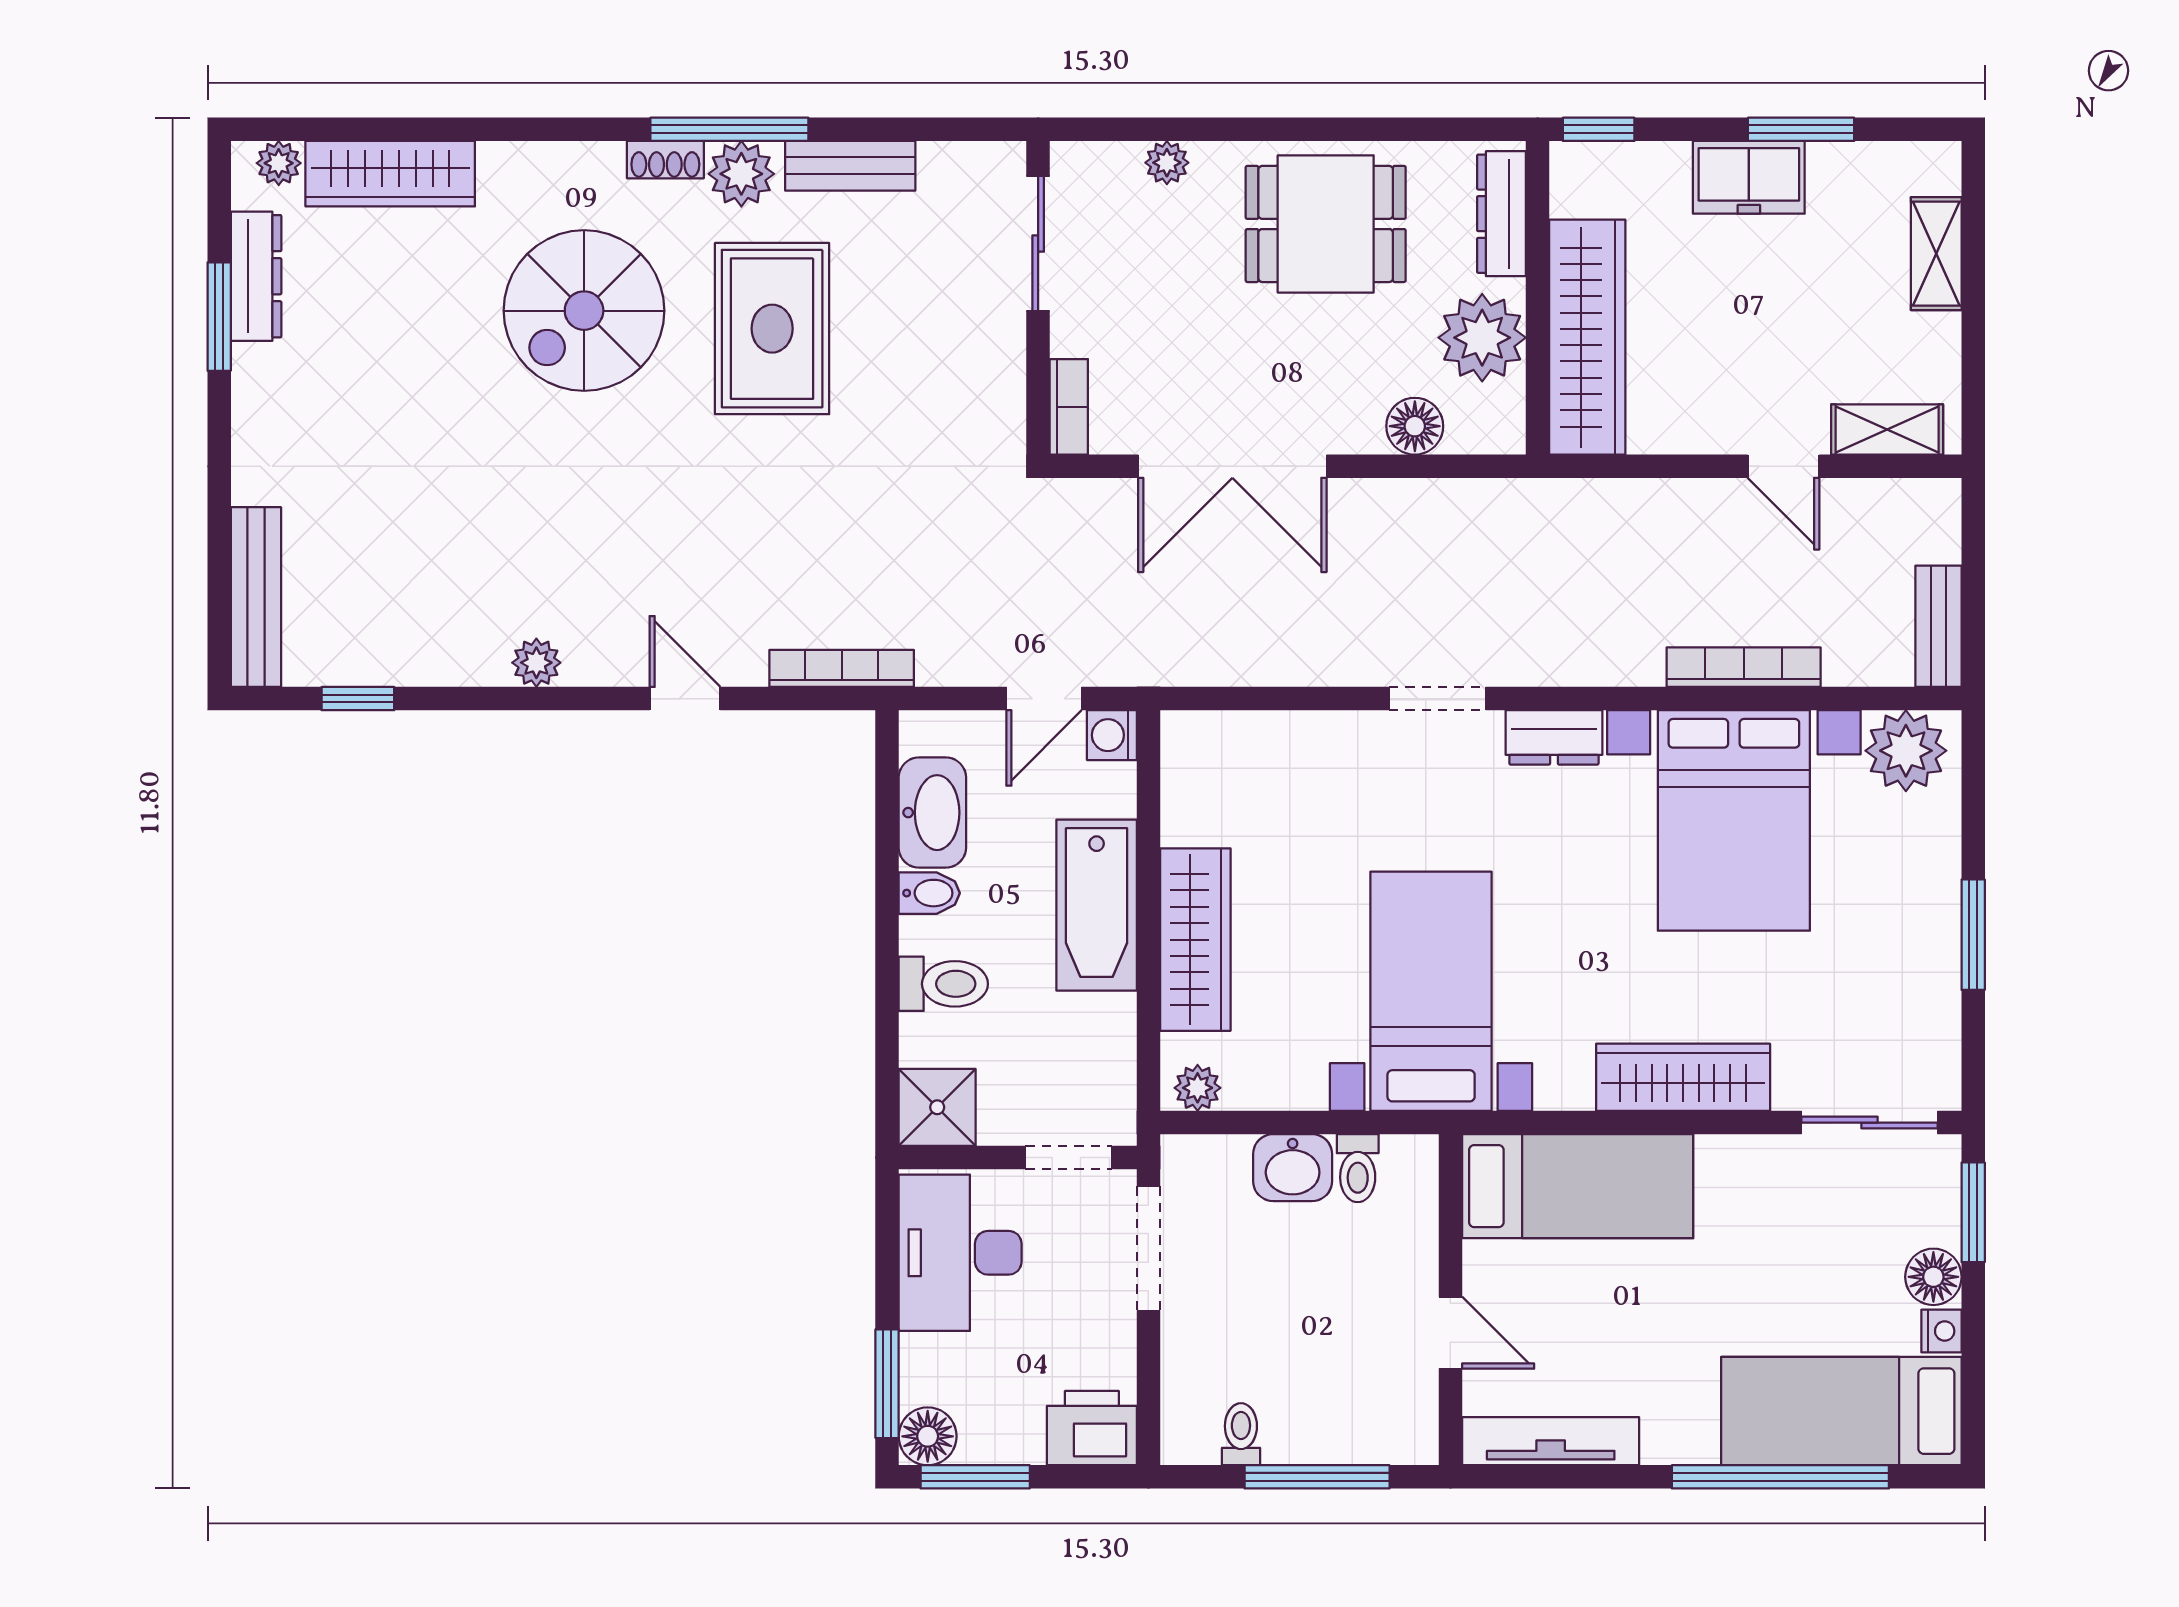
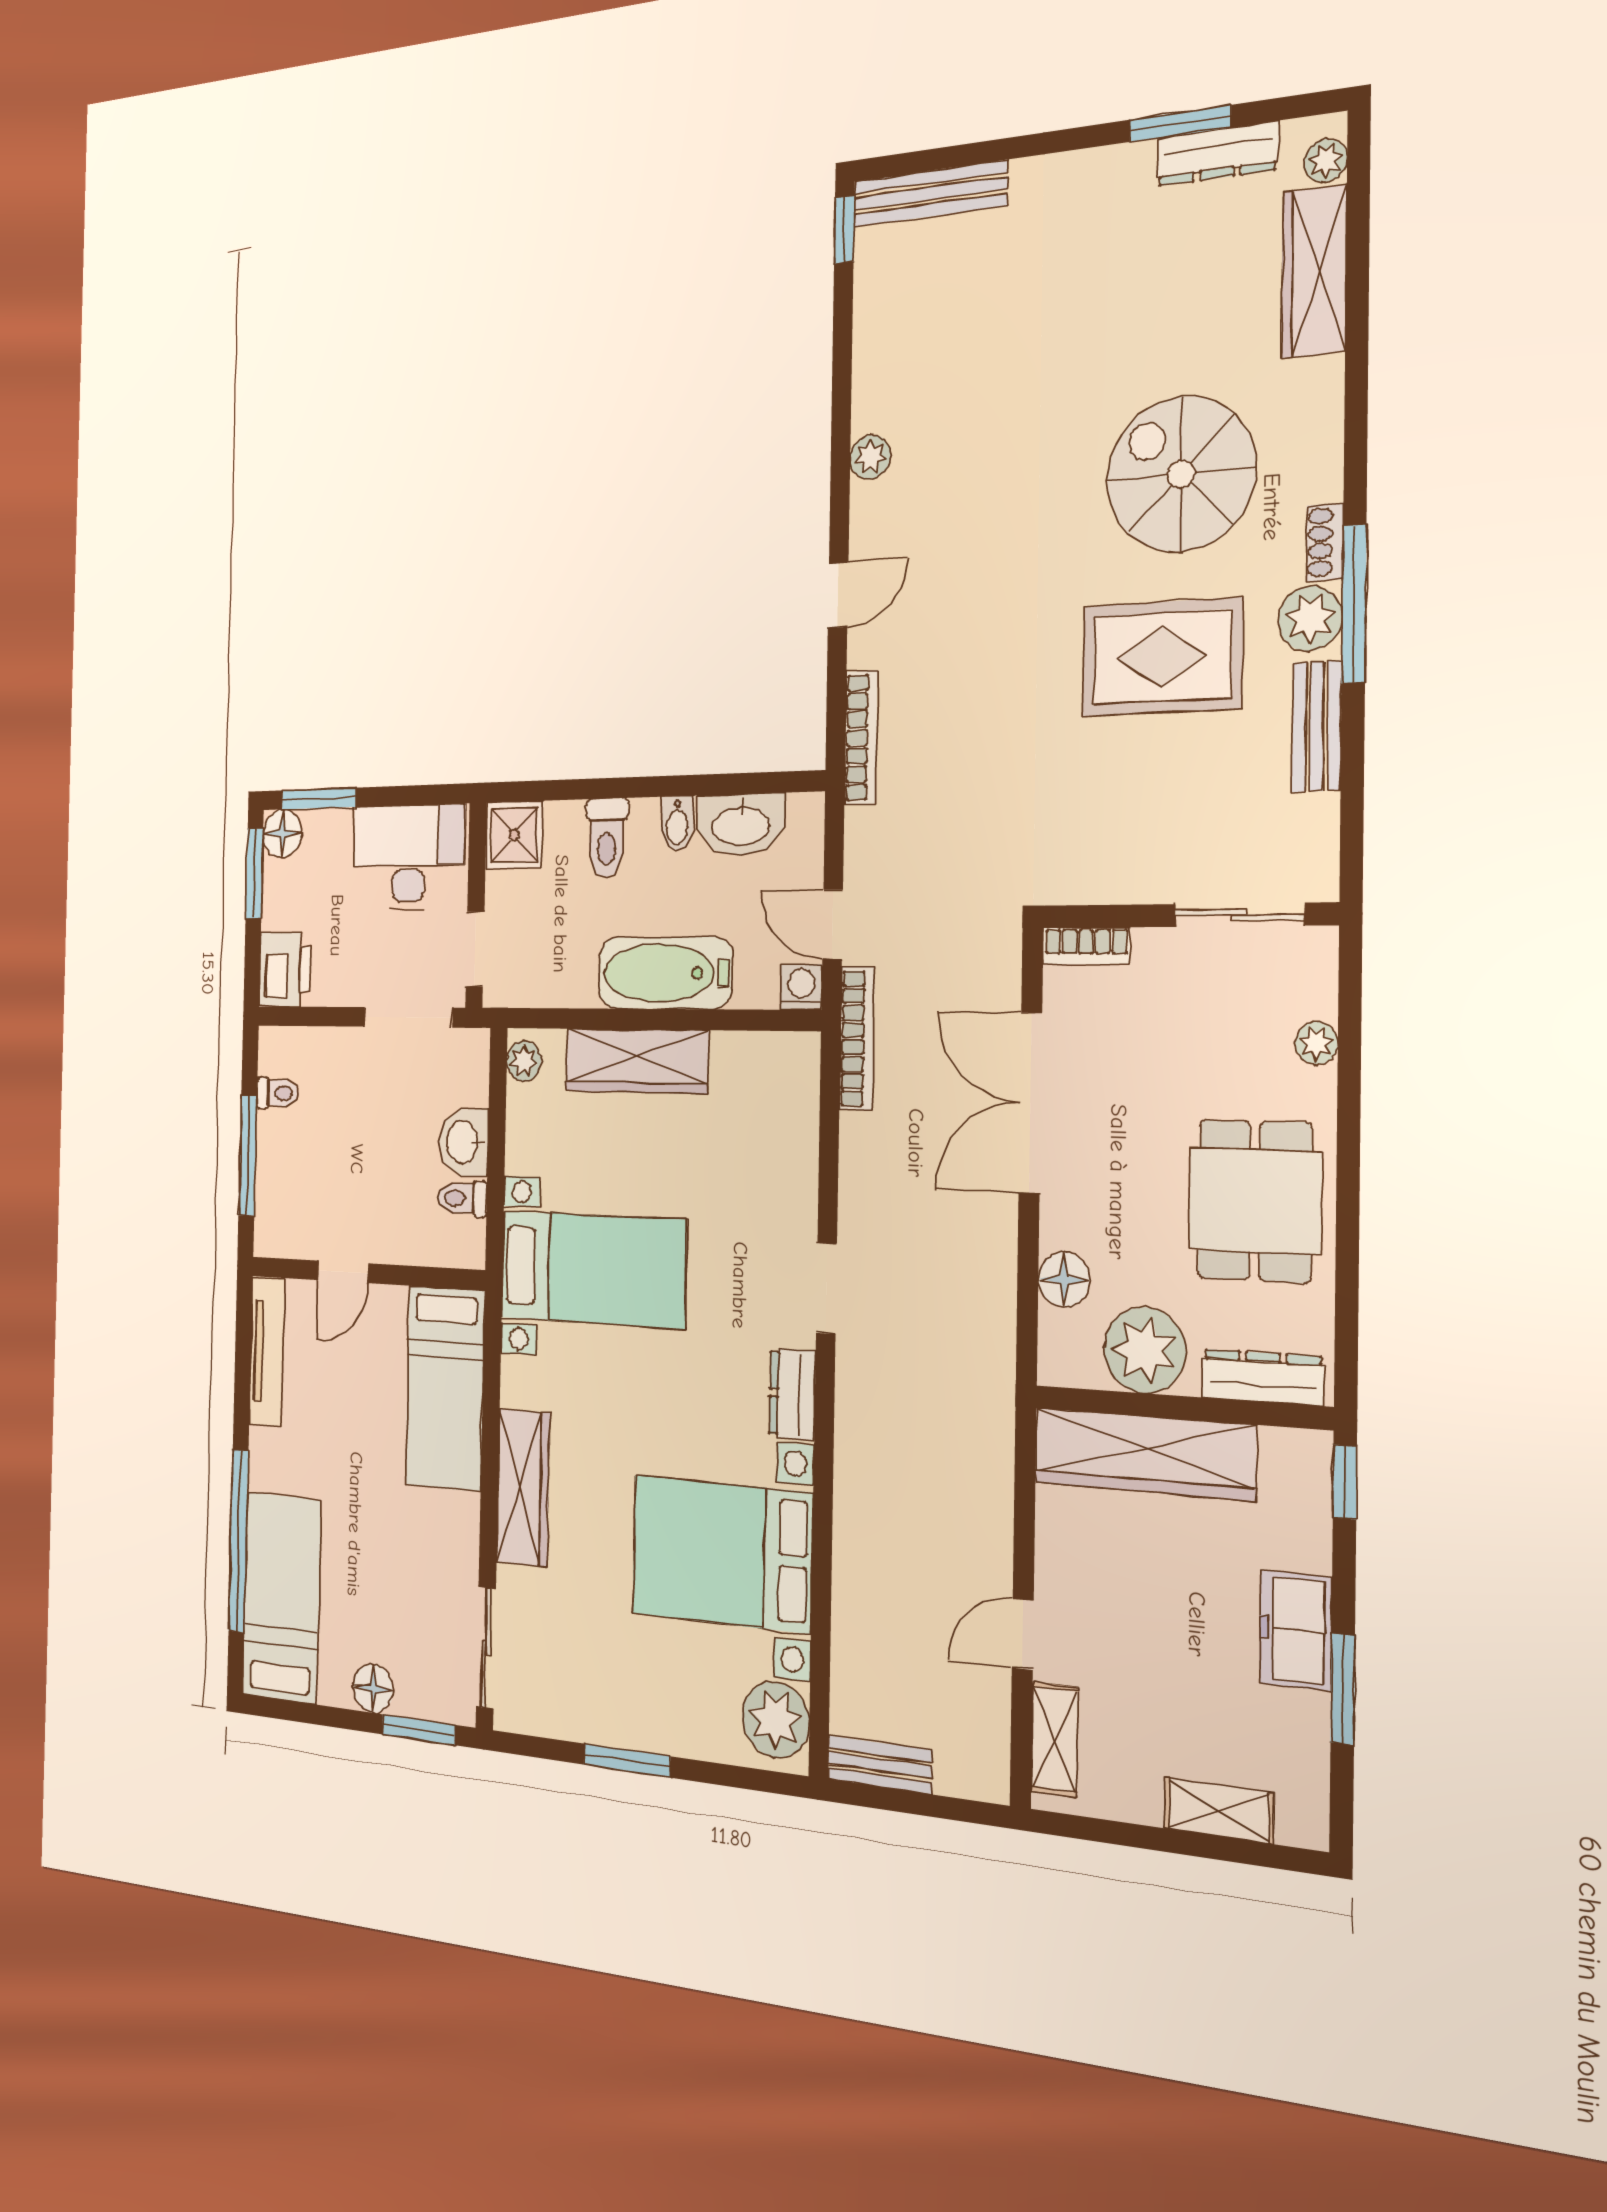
bookcase: (1744, 667) -> (857, 1039), moved
window: (358, 699) -> (844, 230), moved
nightstand: (1941, 1331) -> (335, 1690), removed

